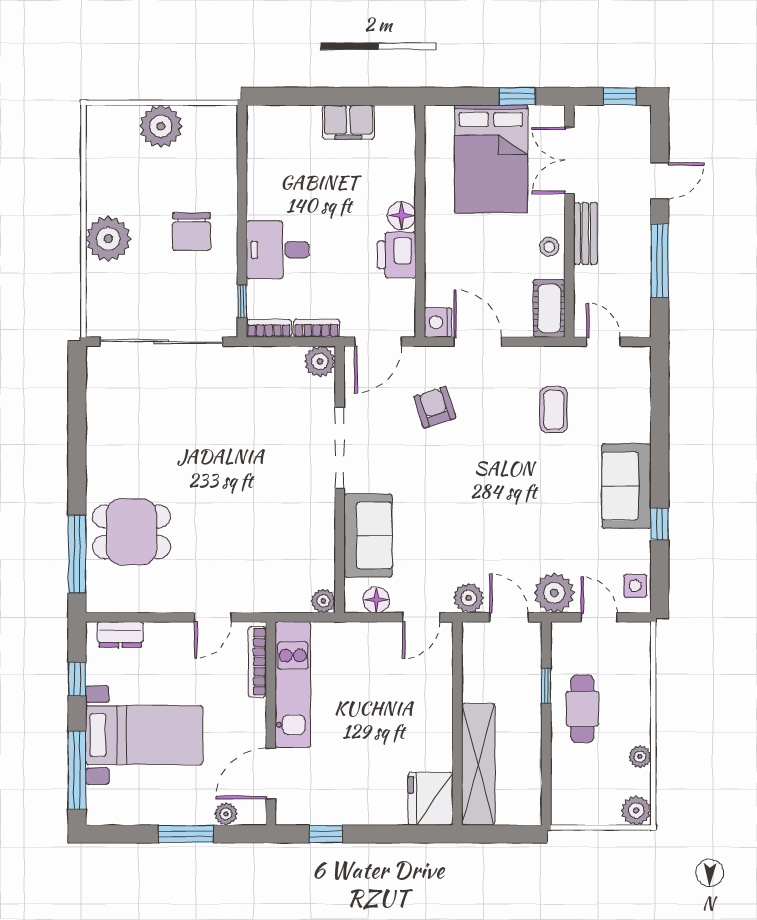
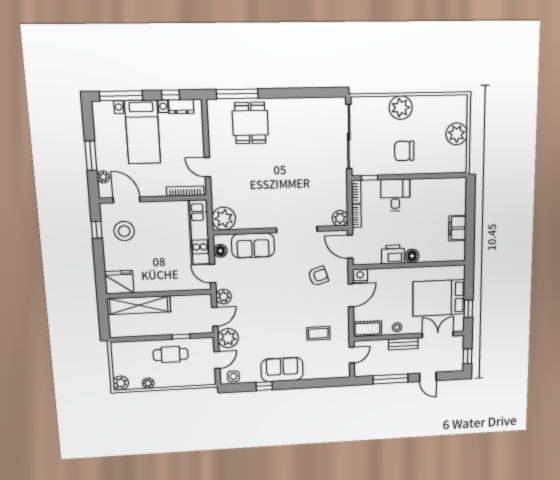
plant: (323, 601) -> (224, 219), width x1.87, depth x1.87
dresser: (120, 634) -> (181, 107), moved, turned -90
kitchen unit: (293, 684) -> (199, 232), moved, turned 90
stool: (331, 782) -> (124, 231), added

